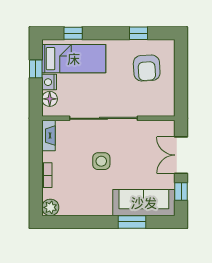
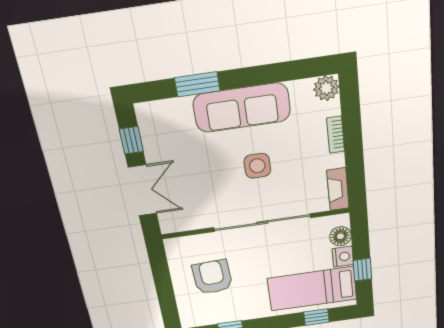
armchair: (147, 68) -> (212, 277), moved
sofa: (144, 203) -> (242, 108), moved

